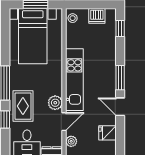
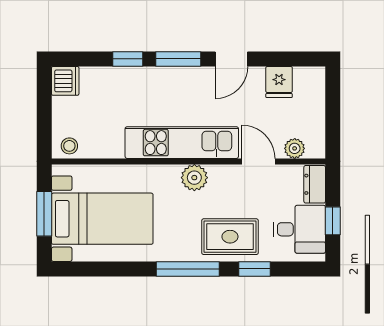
dishwasher: (97, 16) -> (65, 81), moved
window: (120, 28) -> (128, 59), moved
plant: (55, 103) -> (194, 178), moved

